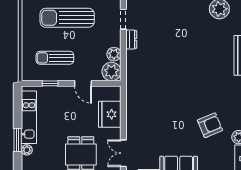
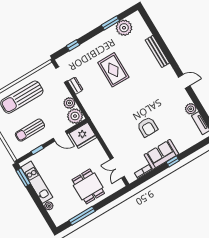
rug: (181, 47) -> (113, 70), added
fridge: (110, 114) -> (83, 135), moved, turned -90
armchair: (210, 125) -> (147, 127), moved, turned 113
window: (18, 140) -> (23, 177), moved

